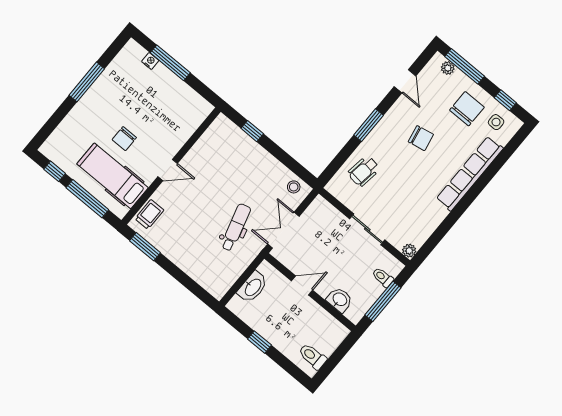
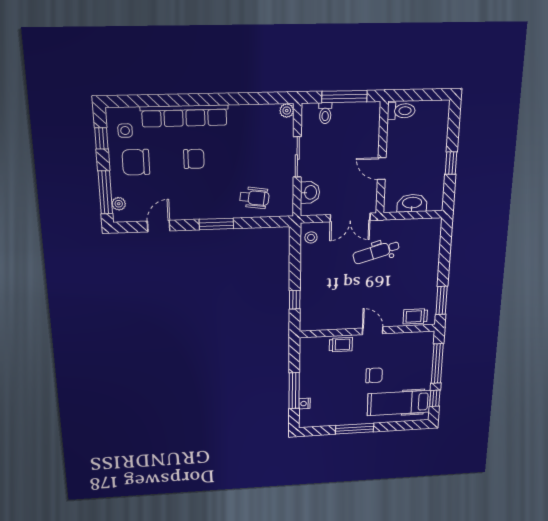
trolley: (178, 135) -> (341, 345), added
chair: (421, 138) -> (194, 159), moved, turned 101
hospital bed: (113, 176) -> (399, 403), moved, turned 90
washbasin: (340, 300) -> (310, 192), moved, turned 180
toilet: (312, 356) -> (401, 111), moved, turned -90

